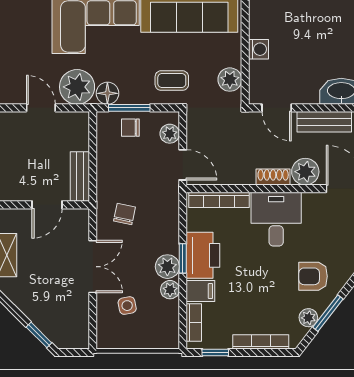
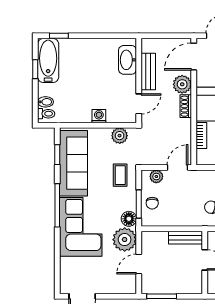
bookcase: (219, 200) -> (201, 136), width x0.64

